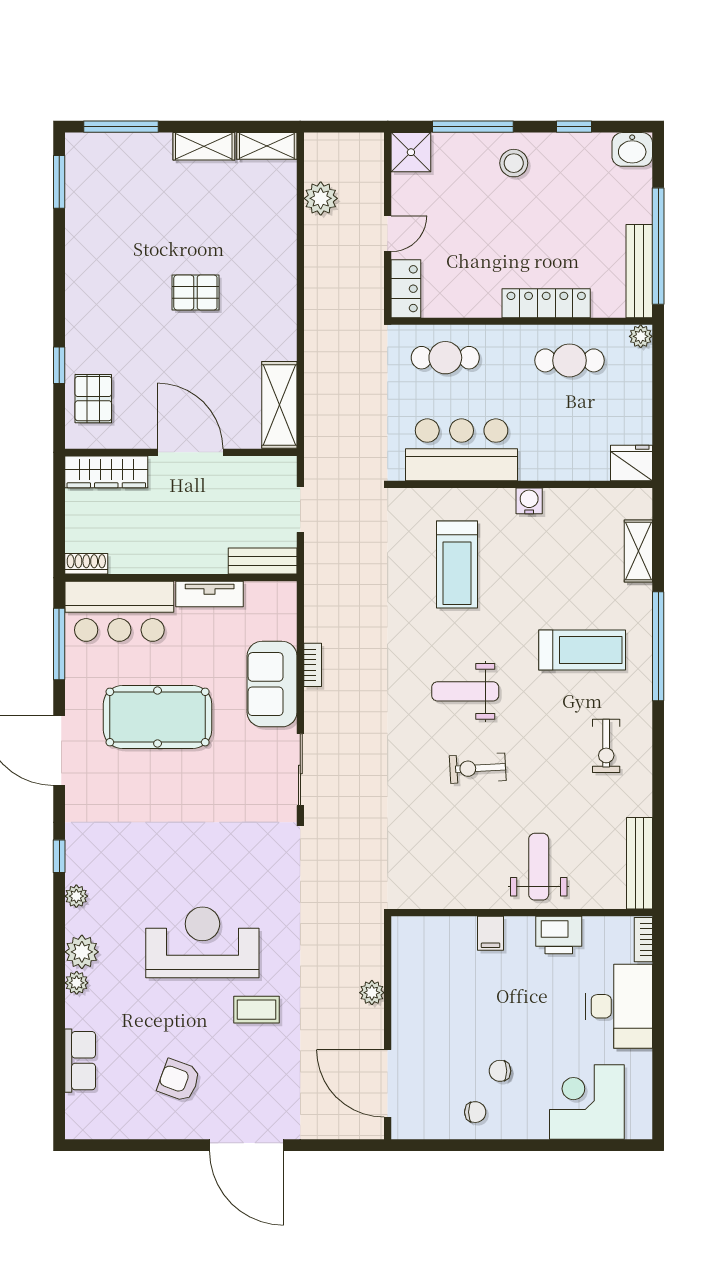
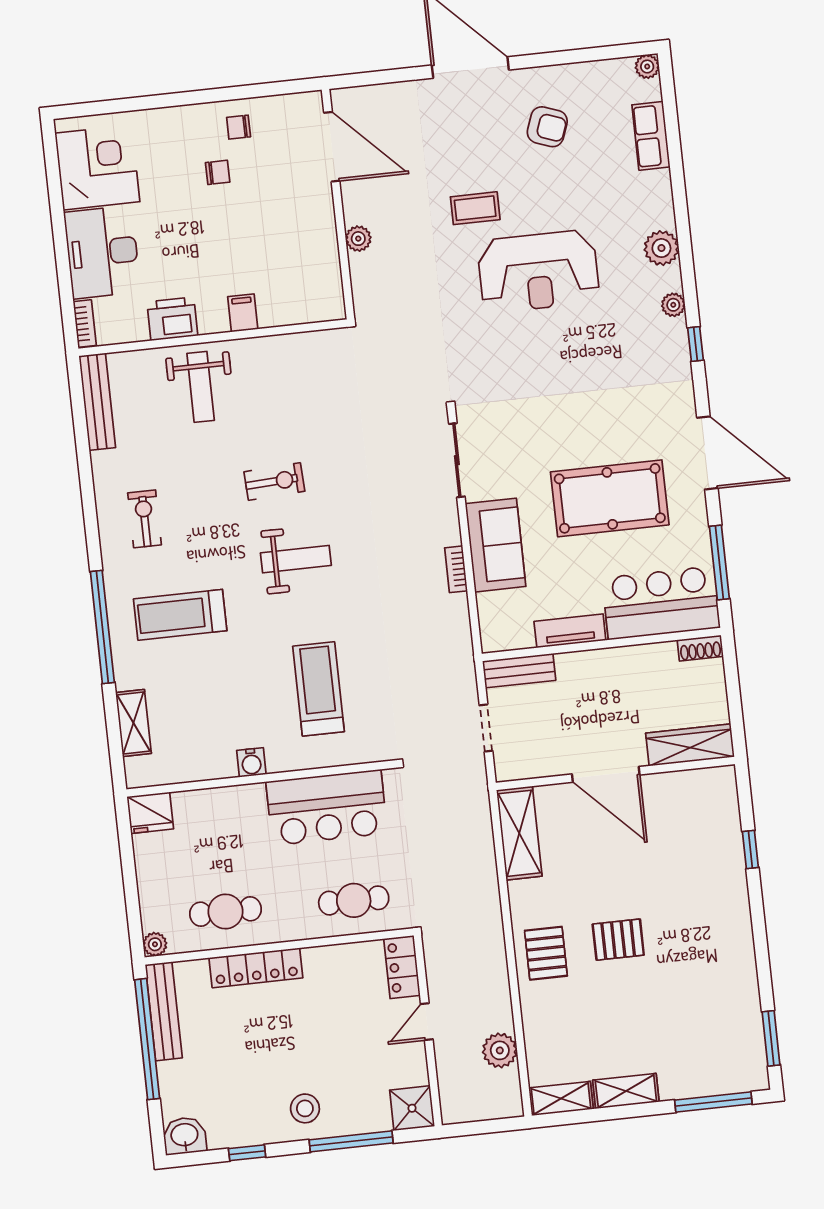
pallet: (93, 399) -> (546, 953), moved
plant: (77, 983) -> (647, 66), moved
corner desk: (587, 1102) -> (97, 167), moved, turned -90

